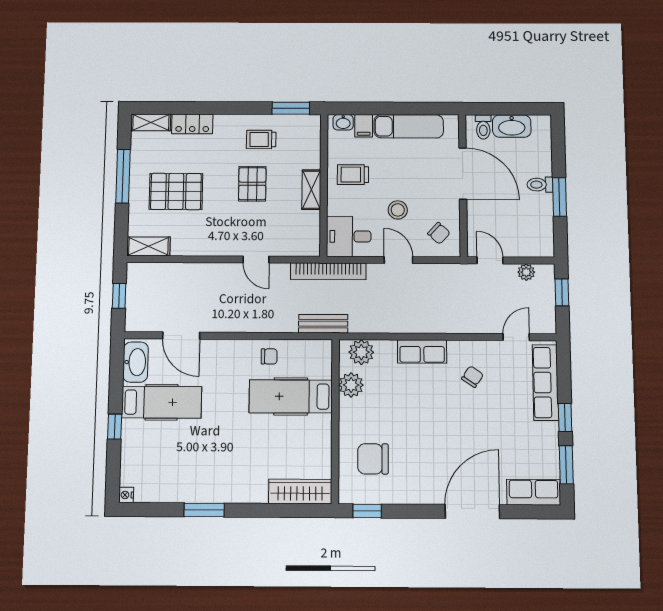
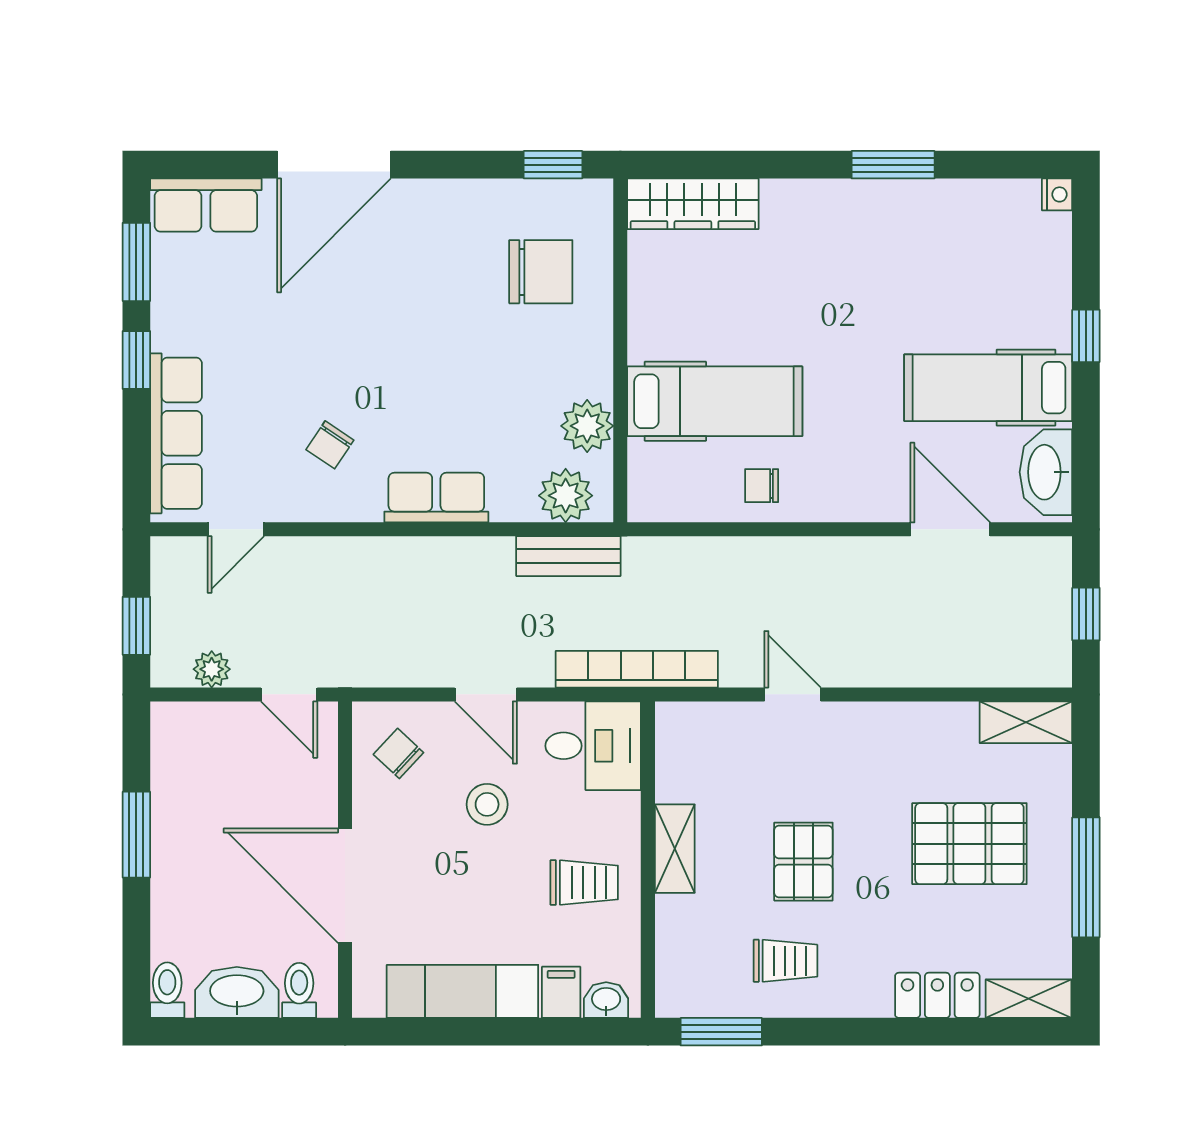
toilet: (540, 185) -> (167, 990), moved, turned -90
bench: (323, 324) -> (568, 556), moved

